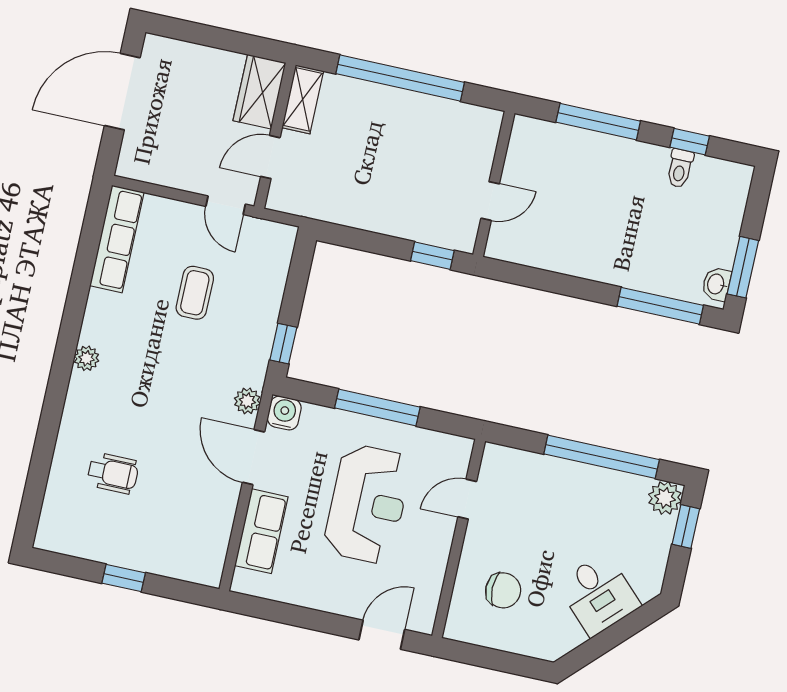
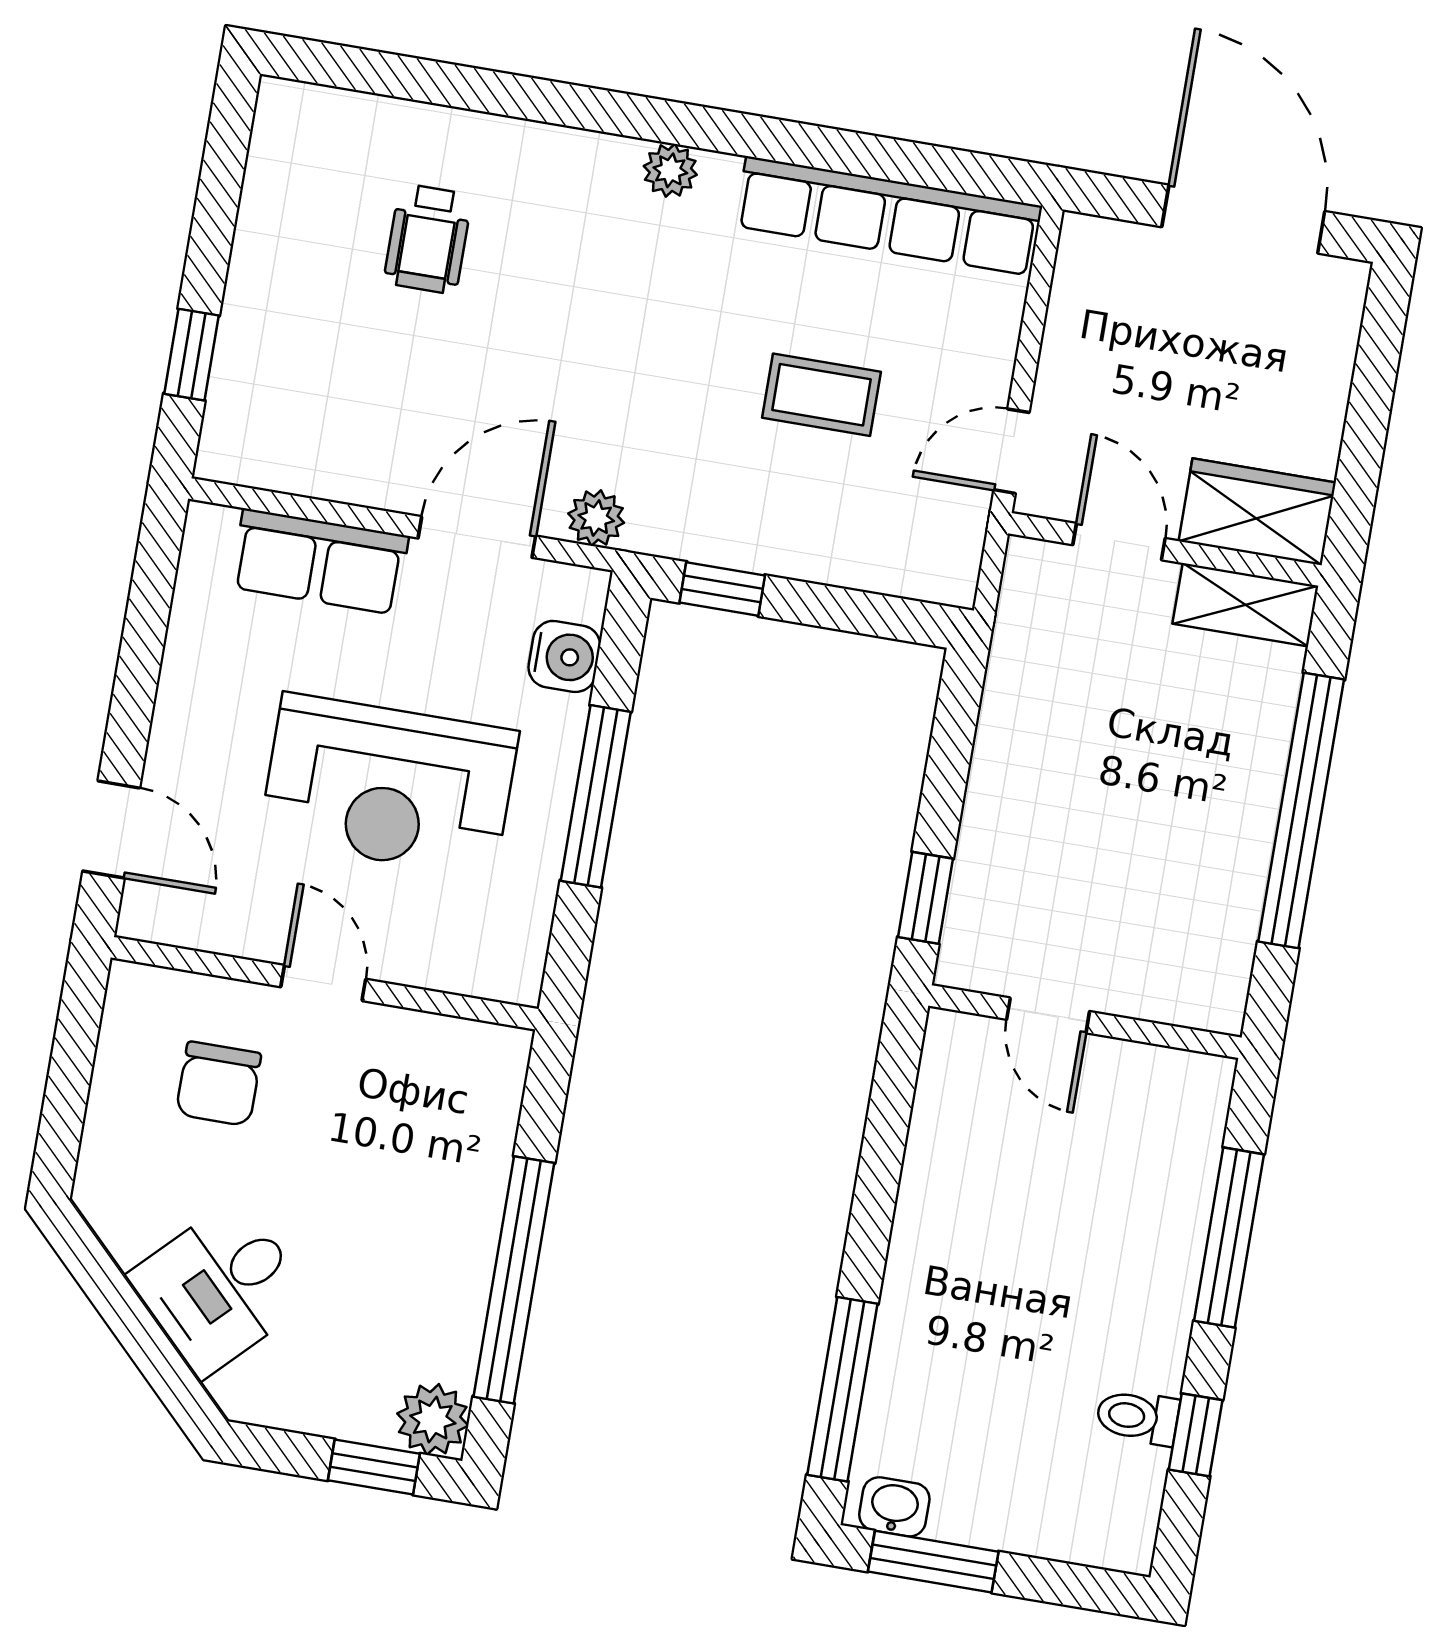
row of seats: (117, 239) -> (889, 216), width x1.36
water cooler: (284, 413) -> (564, 656), moved
door: (467, 499) -> (323, 983), moved
window: (124, 578) -> (192, 355), moved

